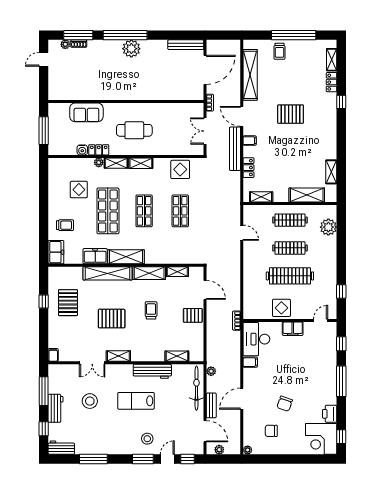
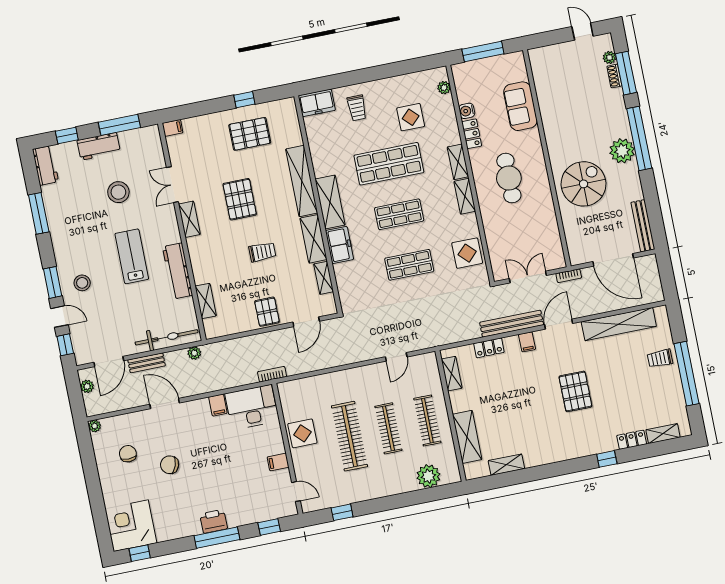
spiral stairs: (149, 80) -> (584, 184), added
plant: (99, 162) -> (444, 88), moved
freezer: (95, 256) -> (339, 245), moved
filing cabinet: (293, 329) -> (278, 462), width x0.50
printer: (330, 414) -> (214, 521), moved

